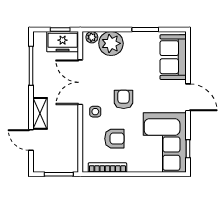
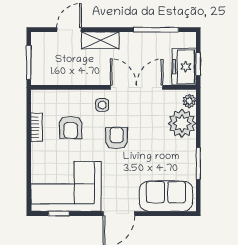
armchair: (124, 99) -> (117, 138), turned -90
bookcase: (107, 168) -> (37, 127), width x0.64

